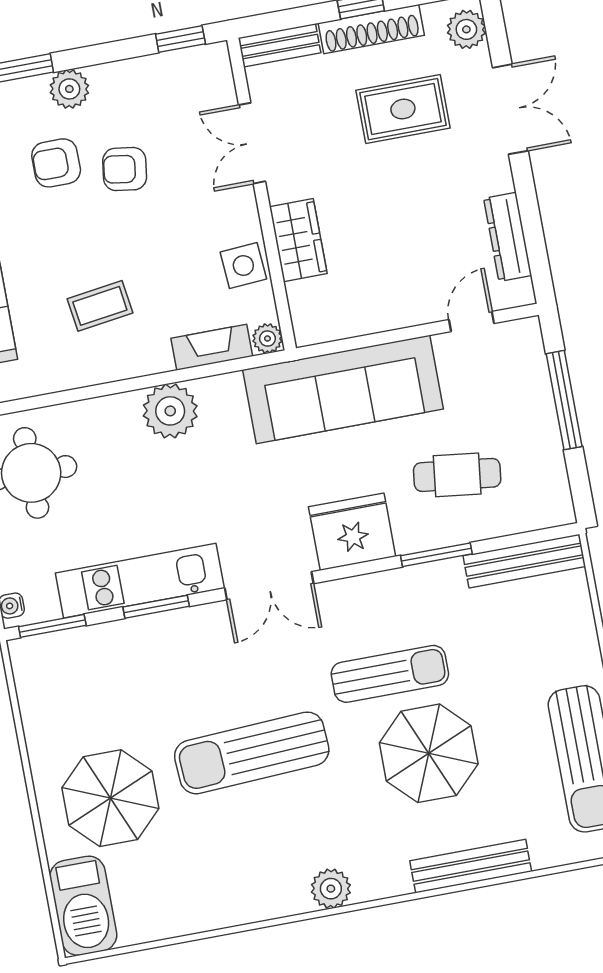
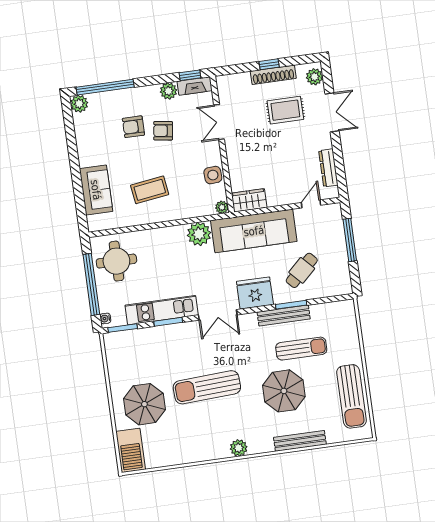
bench: (279, 45) -> (233, 80), removed
plant: (69, 89) -> (169, 91), moved
wardrobe: (298, 240) -> (249, 200), moved, turned -90
coffee table: (100, 306) -> (150, 190), width x1.36, depth x1.30
fireplace: (212, 347) -> (195, 86), moved, turned 180
plant: (170, 411) -> (199, 234), moved
cafe table: (457, 475) -> (302, 270), turned -50
bench: (524, 561) -> (284, 316), moved
sun lounger: (390, 674) -> (301, 349), moved

